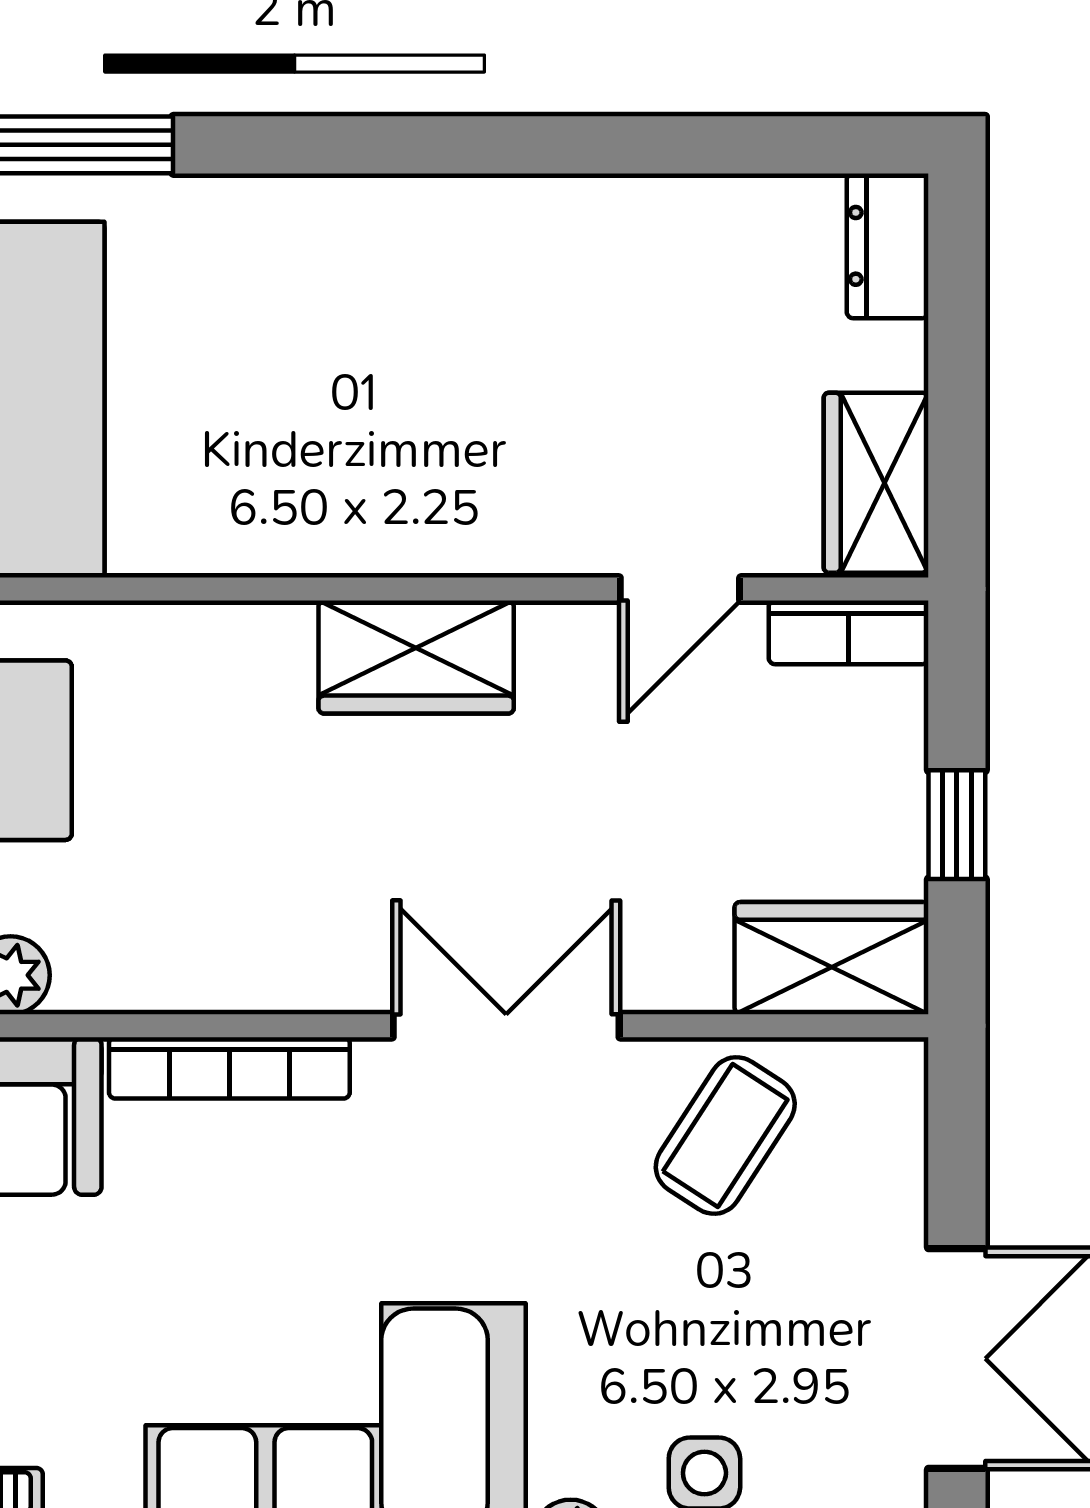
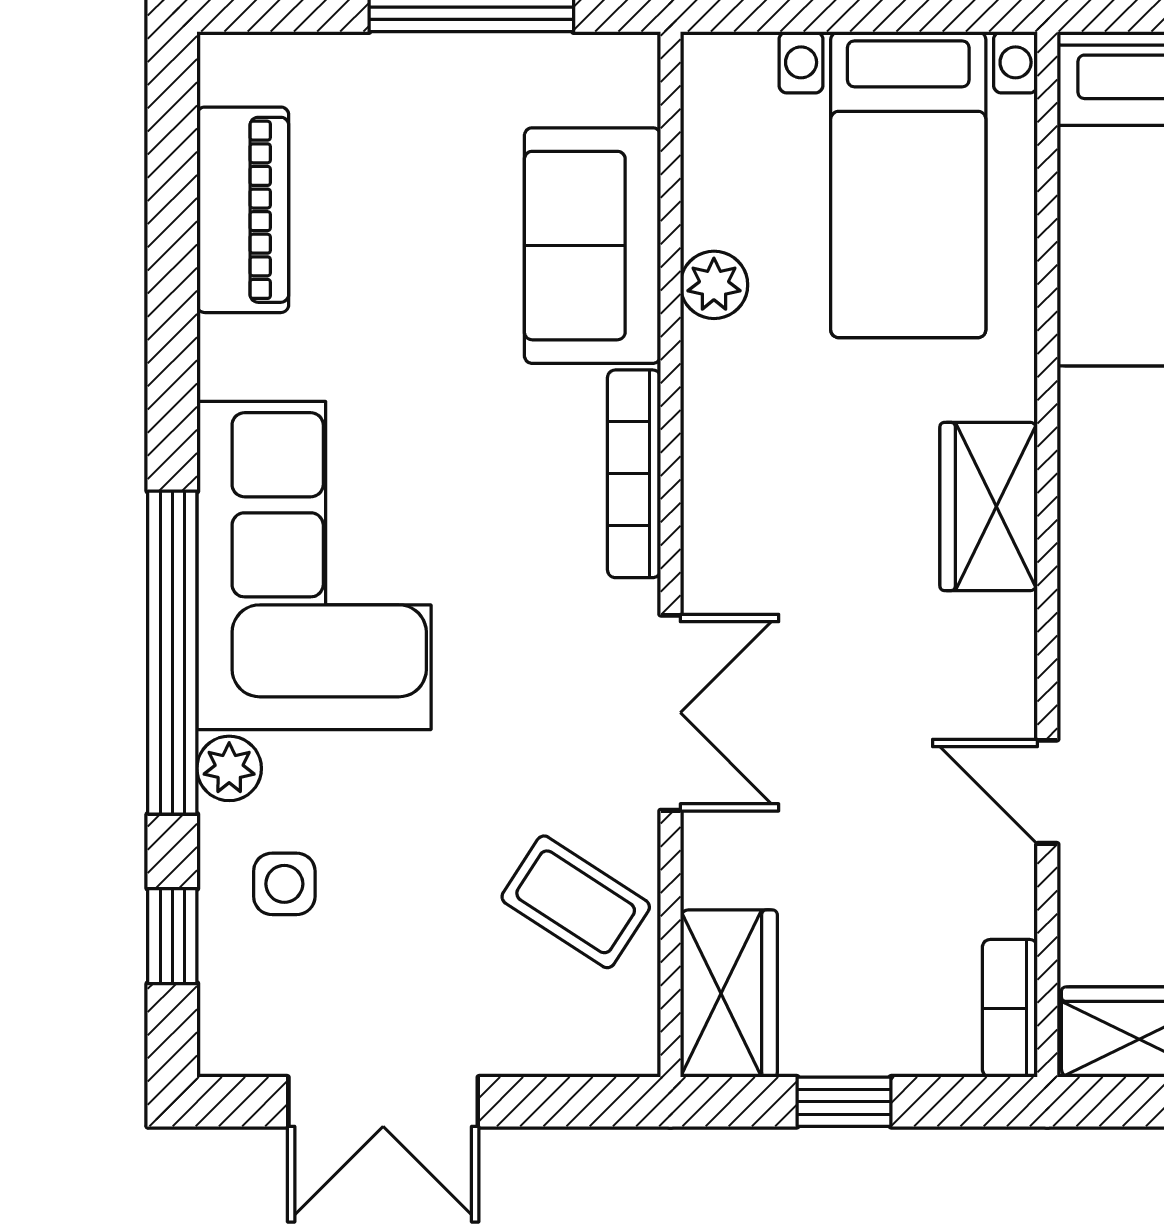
door: (680, 589) -> (1047, 792), moved
wardrobe: (416, 657) -> (989, 506), moved

